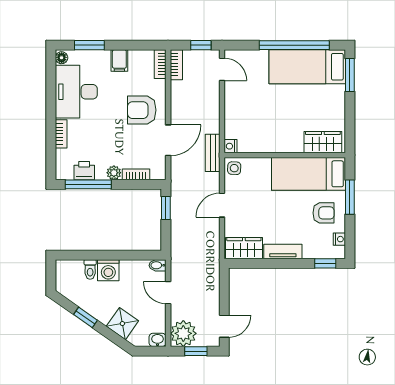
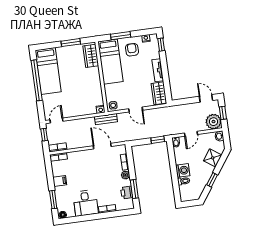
window: (350, 75) -> (71, 43), moved
desk: (76, 92) -> (86, 203), width x0.73
armchair: (142, 110) -> (87, 164), removed
window: (88, 184) -> (134, 189), width x0.69
window: (166, 208) -> (158, 140), moved

